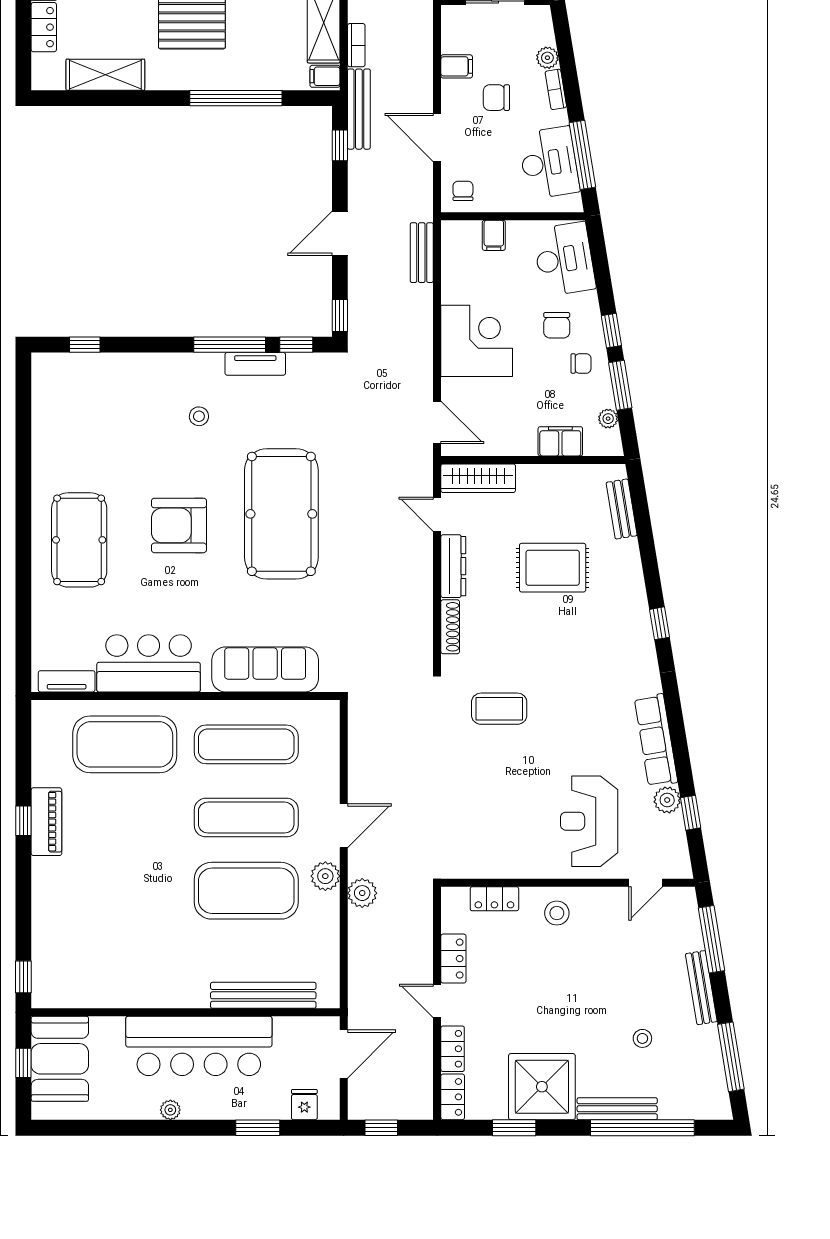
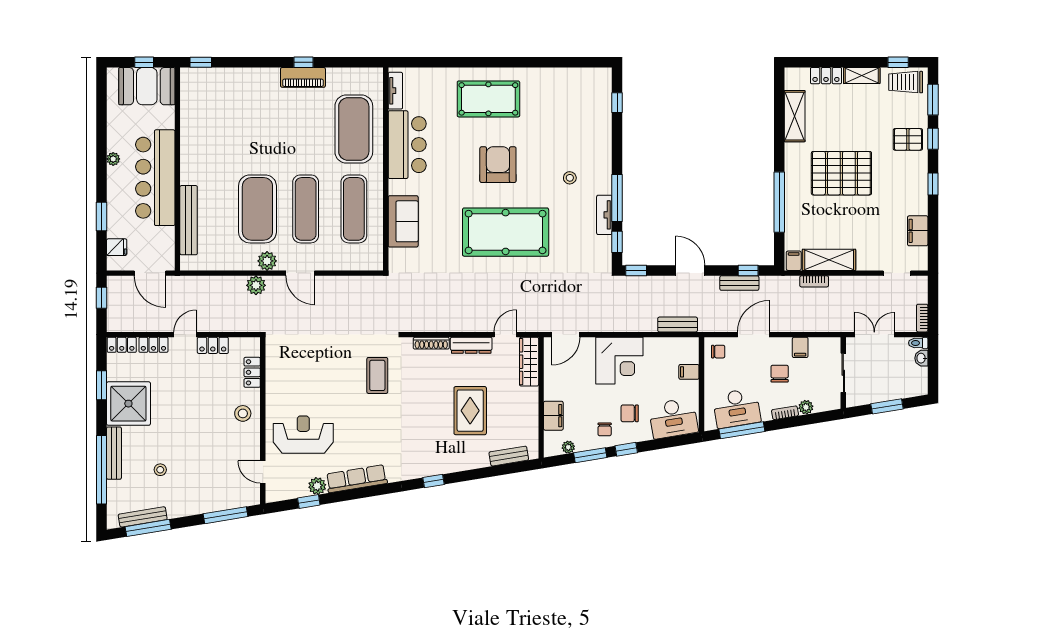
bench: (359, 109) -> (739, 283), moved, width x0.73
sofa: (265, 669) -> (403, 221), width x0.73
bench: (701, 988) -> (143, 517), moved

